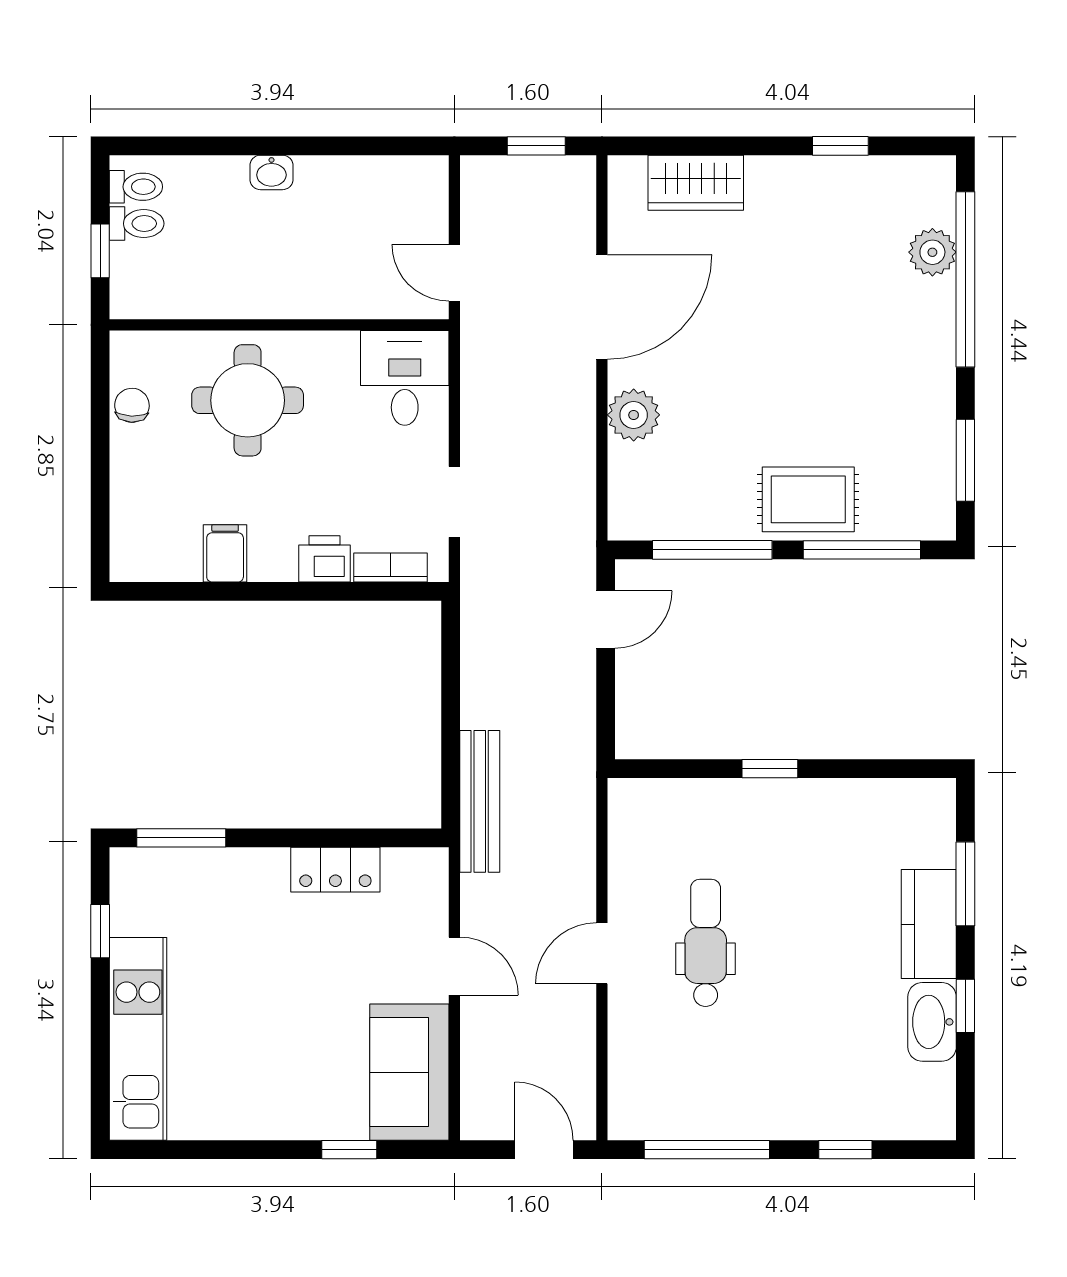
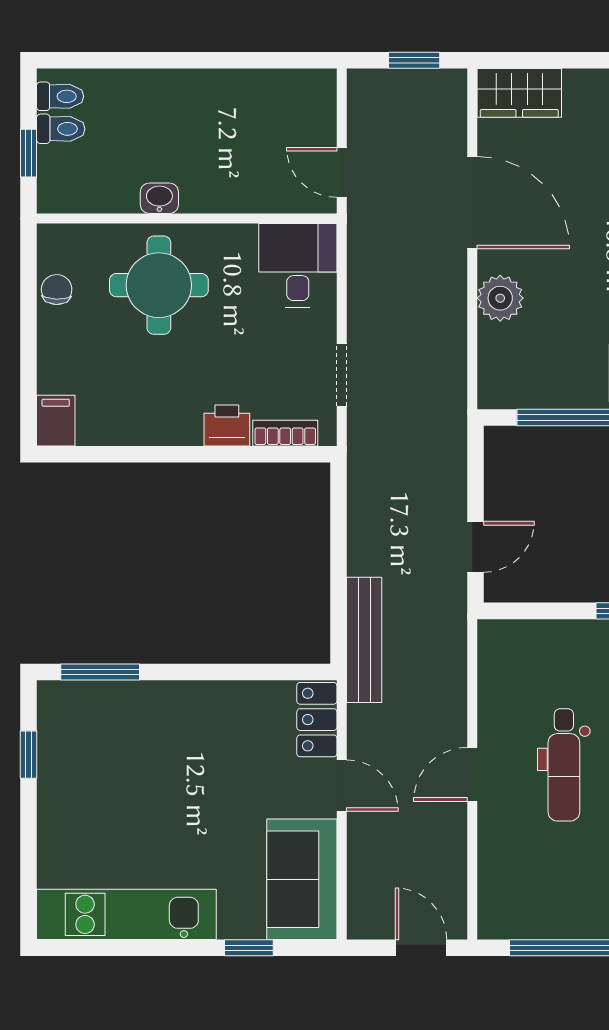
washbasin: (271, 172) -> (159, 198), moved, turned 180
wardrobe: (696, 183) -> (519, 93), moved
door: (602, 307) -> (472, 203), hinge flipped
filing cabinet: (225, 553) -> (56, 421), moved
door: (606, 619) -> (475, 547), moved
locker: (335, 870) -> (317, 720), moved, turned 90
dental chair: (706, 943) -> (564, 765), turned 180
kitchen unit: (138, 1039) -> (126, 914), moved, turned -90

